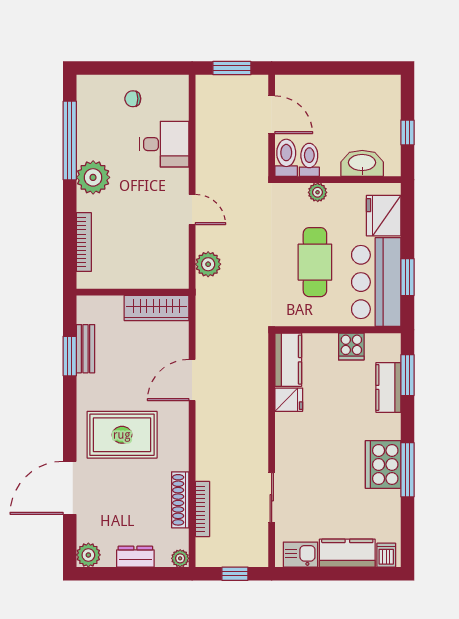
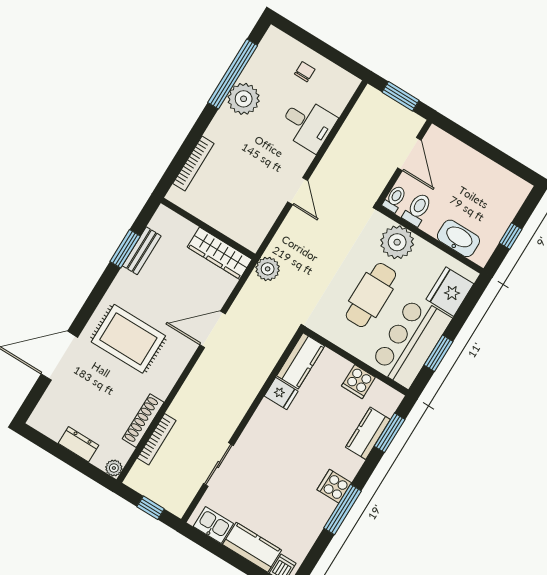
chair: (133, 99) -> (305, 72), turned 90
toilet: (286, 158) -> (395, 199), width x0.73, depth x0.72
plant: (93, 177) -> (244, 99), moved
plant: (318, 192) -> (397, 242), width x1.88, depth x1.88
plant: (208, 264) -> (268, 269), moved
cooker: (383, 464) -> (334, 486), width x0.53, depth x0.76
plant: (88, 555) -> (41, 419), removed

